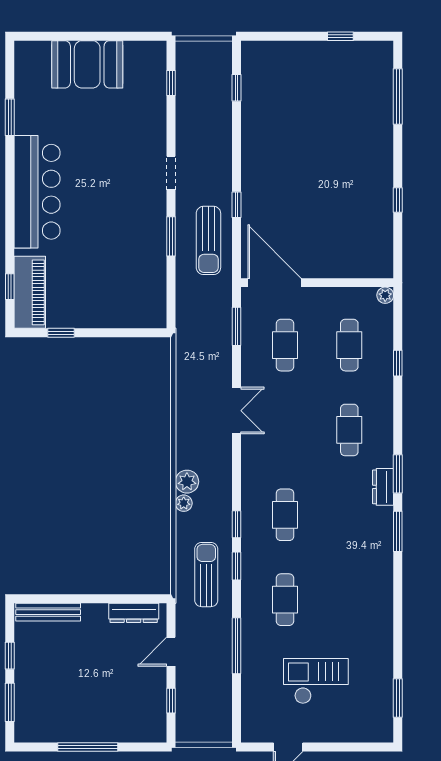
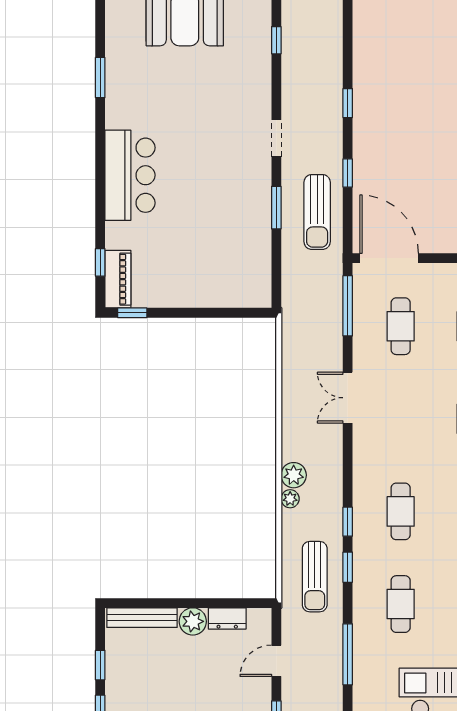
window: (236, 88) -> (348, 103), moved
bar counter: (37, 192) -> (130, 175), width x0.73
piano: (30, 292) -> (118, 279), width x0.73, depth x0.75
window: (236, 326) -> (348, 306), width x1.44
window: (61, 333) -> (132, 313), moved
double door: (236, 411) -> (348, 398), swing flipped
sun lounger: (206, 575) -> (315, 577), turned 180
dresser: (134, 613) -> (227, 618), width x0.70
plant: (95, 616) -> (193, 621), added

